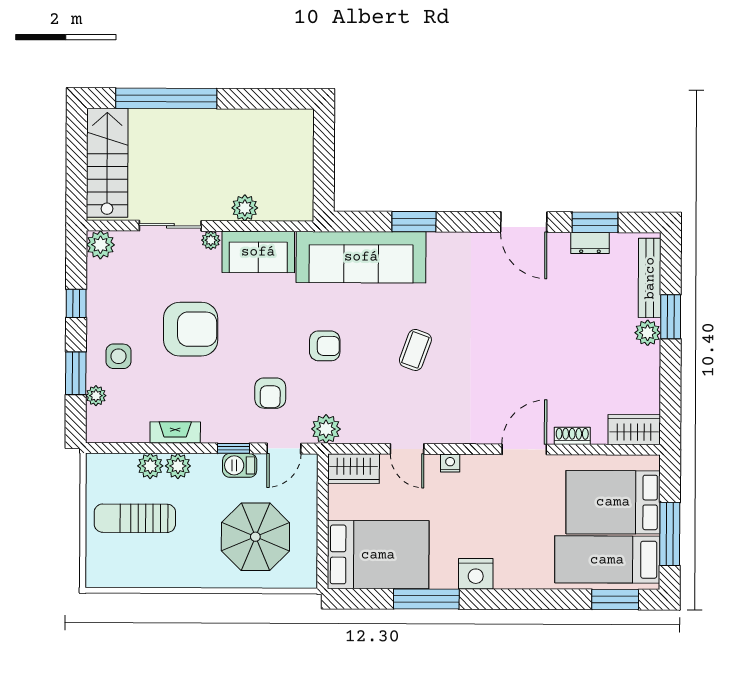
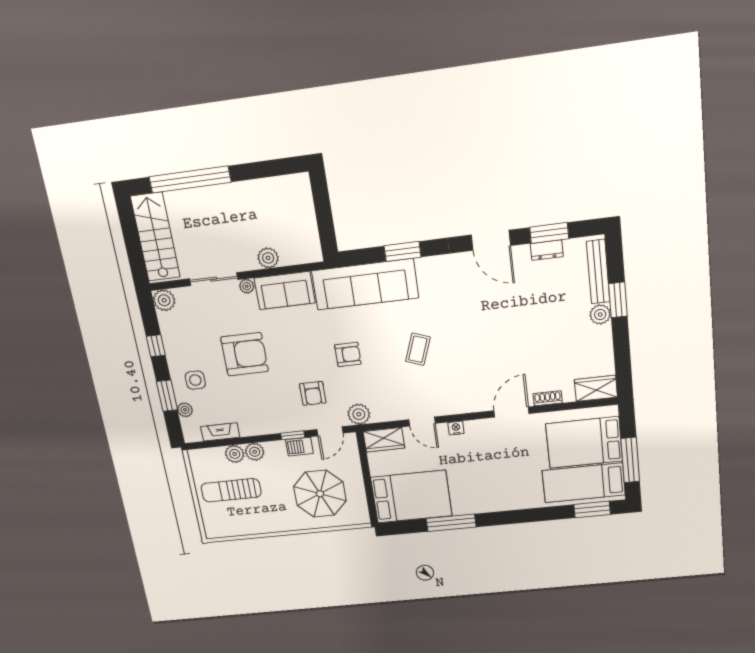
fireplace: (175, 432) -> (220, 432), moved
nightstand: (476, 574) -> (485, 502), removed

